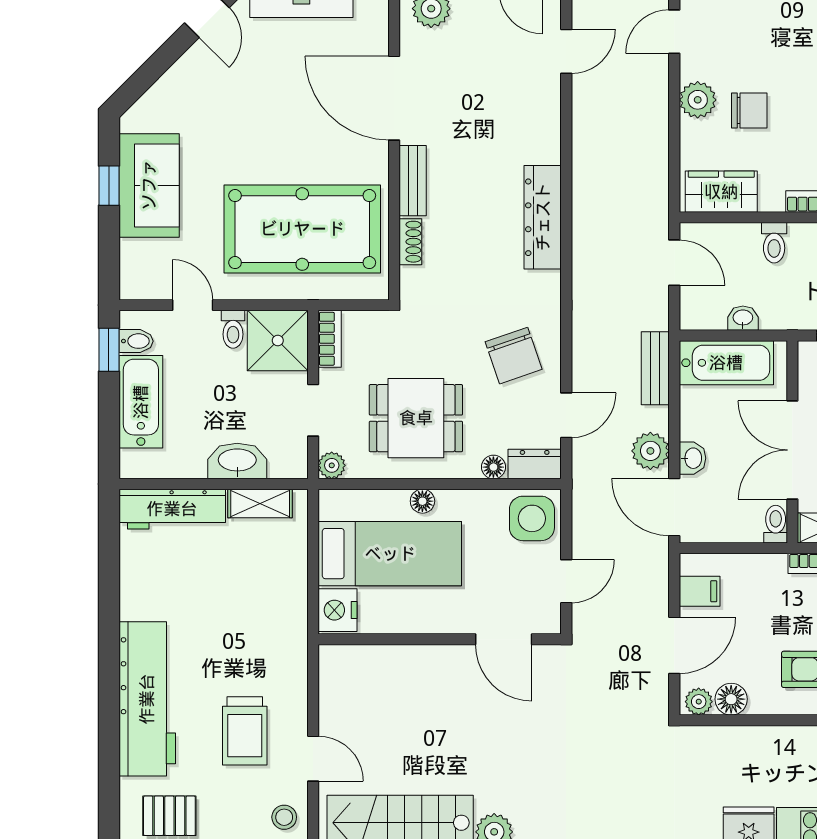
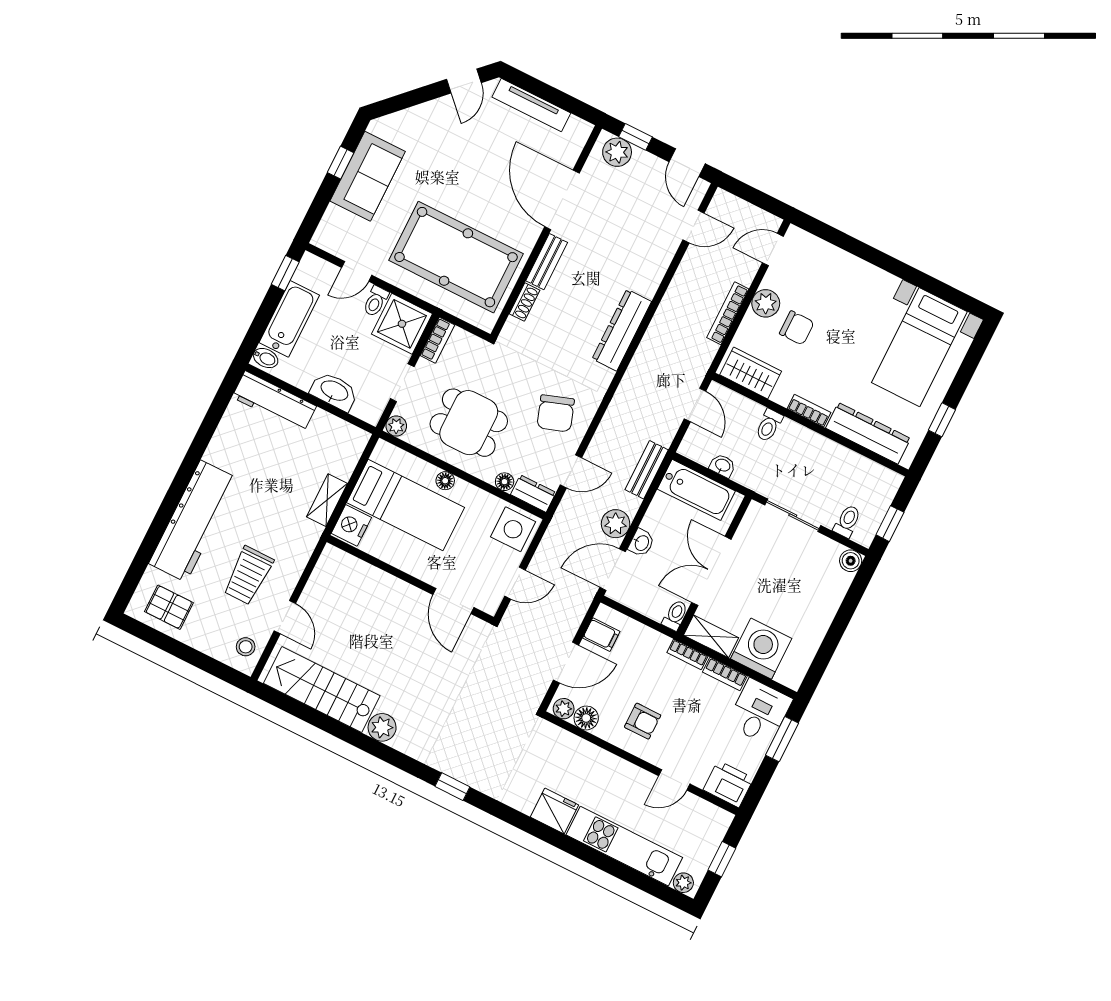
bookcase: (659, 134) -> (728, 313), added
door: (193, 305) -> (357, 271), swing flipped
bidet: (136, 341) -> (266, 358), moved
shelving: (260, 504) -> (327, 500), moved, turned 90
door: (674, 507) -> (613, 570), hinge flipped

